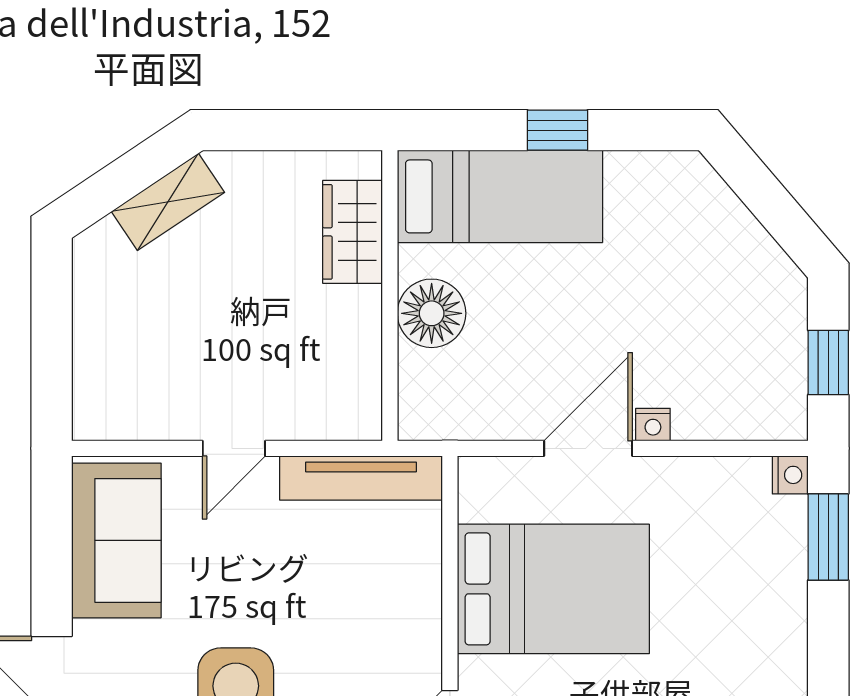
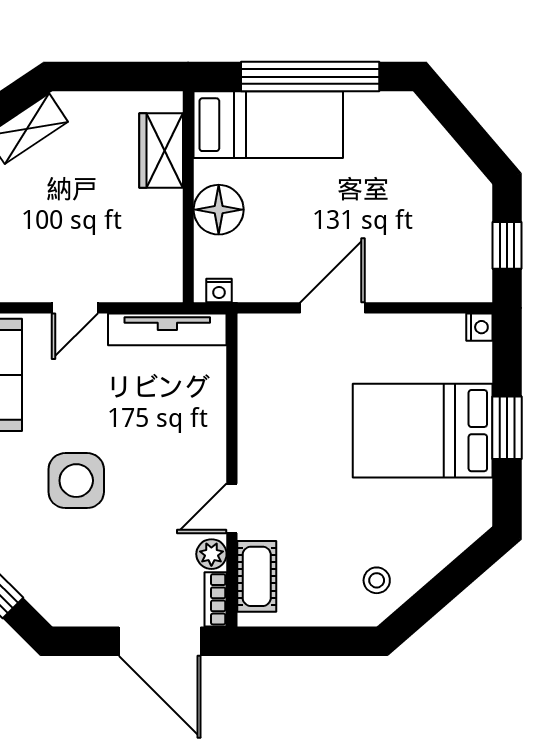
window: (557, 130) -> (310, 77), width x3.17
nightstand: (653, 425) -> (219, 291), moved
window: (828, 537) -> (507, 428), moved
bed: (553, 589) -> (423, 431), moved, turned 180

